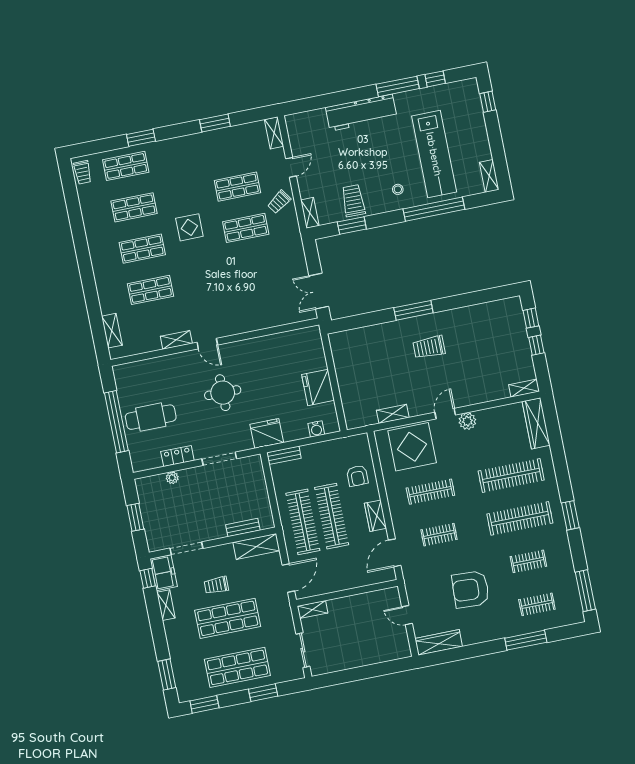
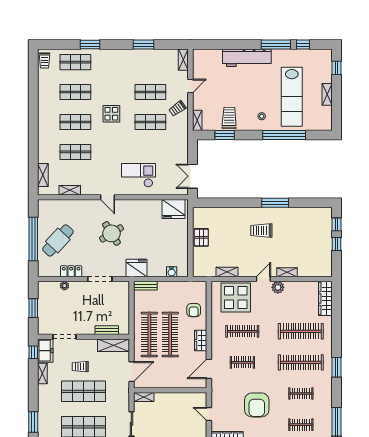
shelving: (489, 176) -> (327, 94), moved
checkout: (244, 305) -> (138, 175), added
window: (413, 310) -> (275, 203), moved
shelving: (176, 340) -> (70, 190), moved
pallet: (348, 373) -> (201, 237), added
fridge: (318, 387) -> (173, 209), moved, turned -90
shelving: (524, 388) -> (287, 272), moved
round table: (223, 393) -> (111, 233), turned -32
cafe table: (151, 417) -> (58, 240), turned -47
armchair: (471, 589) -> (257, 405), turned -93

